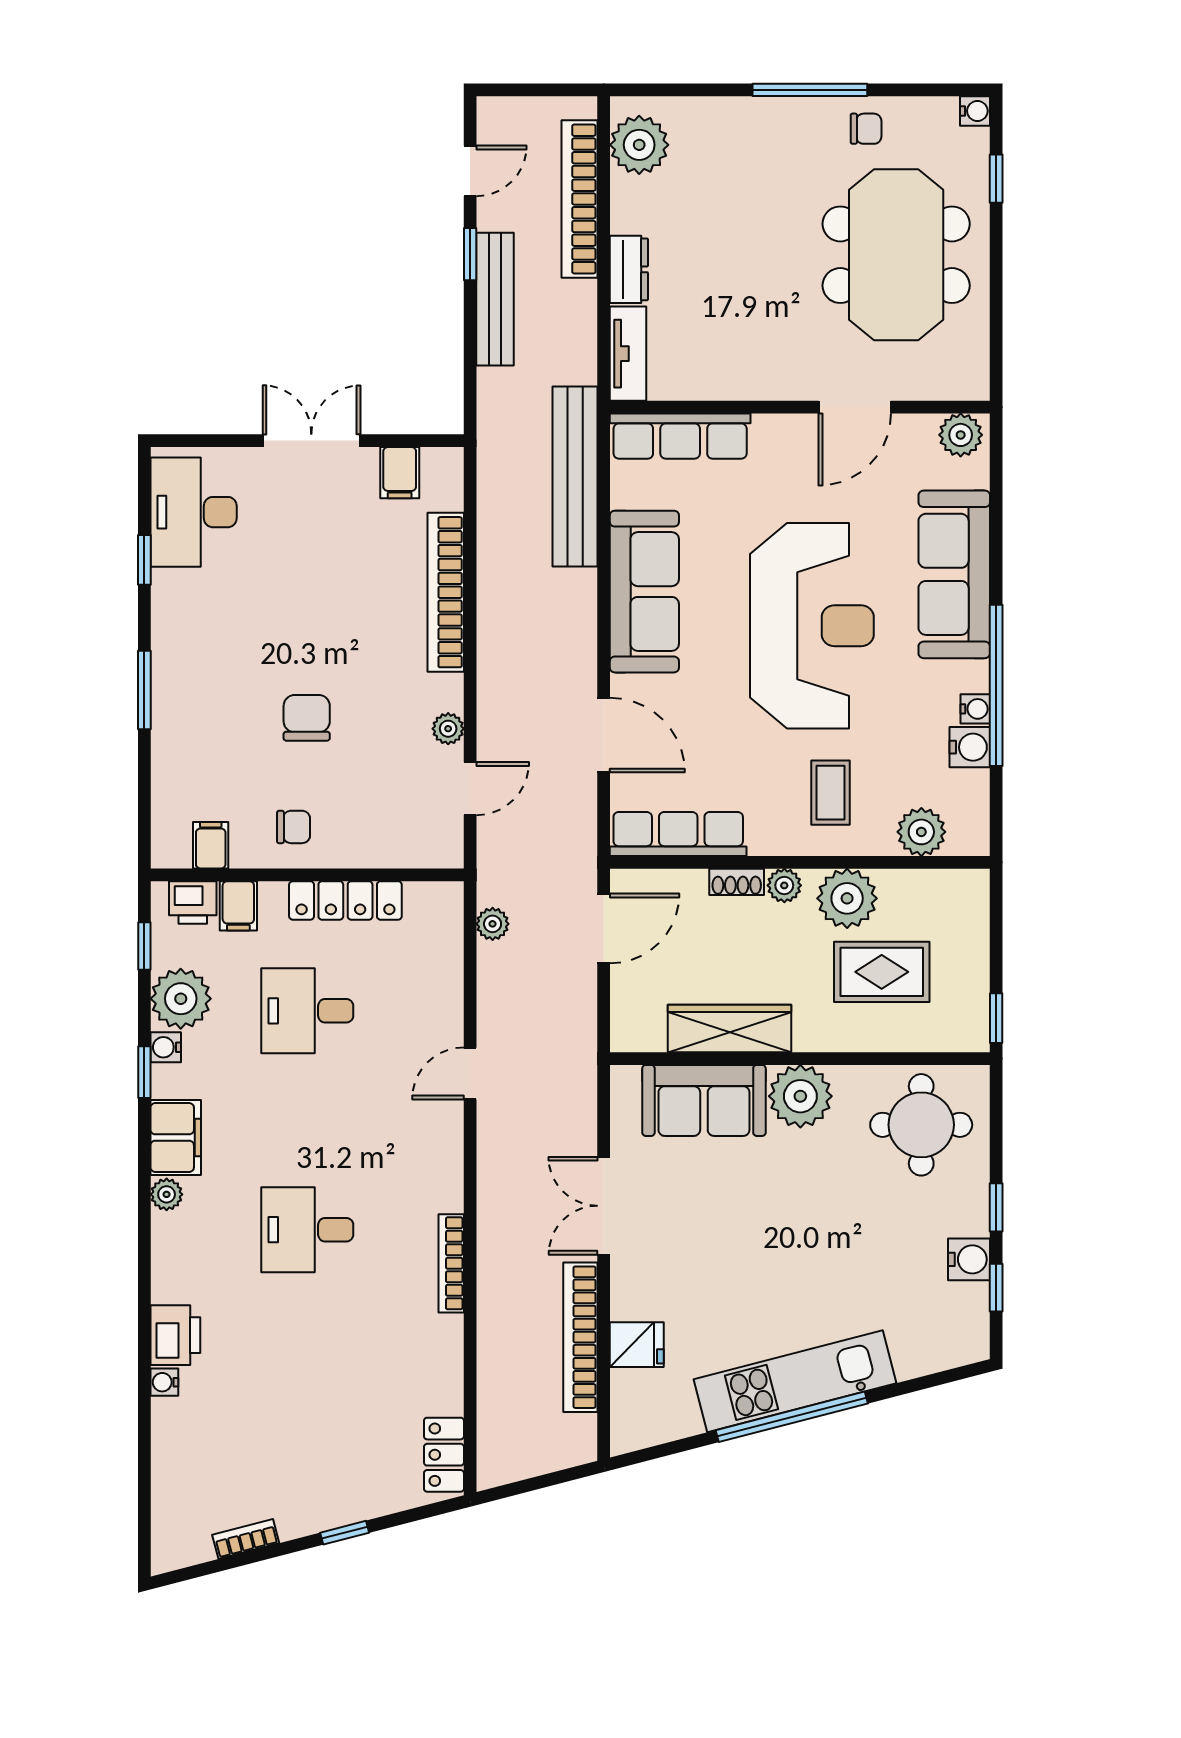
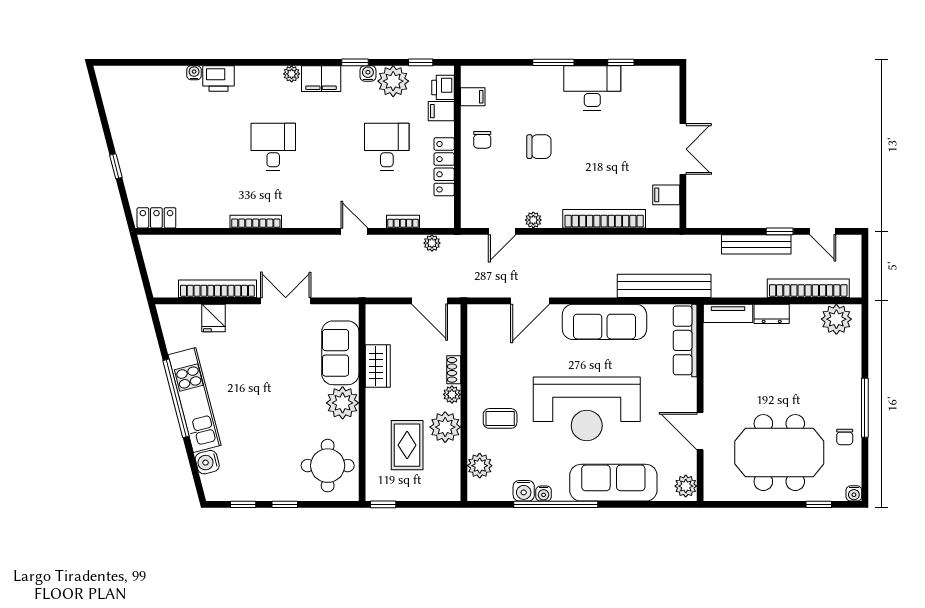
desk: (194, 512) -> (592, 88), moved
door: (470, 789) -> (502, 231), hinge flipped
row of seats: (678, 834) -> (479, 339), removed
wardrobe: (729, 1028) -> (378, 366), width x0.67
water cooler: (969, 1259) -> (207, 462), moved, turned 75
bookcase: (246, 1539) -> (403, 222), moved, turned -75

